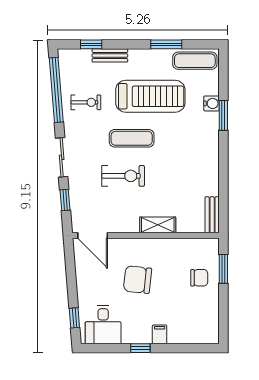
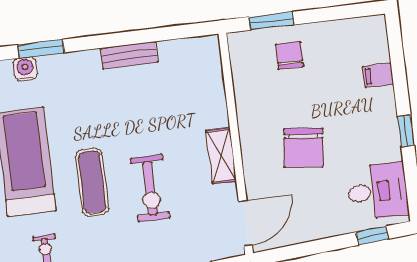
exercise bike: (123, 176) -> (150, 188), turned 180
bench: (212, 215) -> (129, 55), moved
shelving: (158, 225) -> (221, 156), moved
filing cabinet: (160, 334) -> (378, 75), moved

